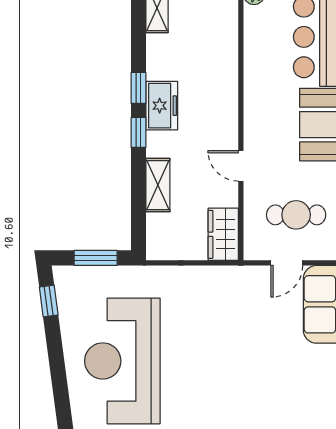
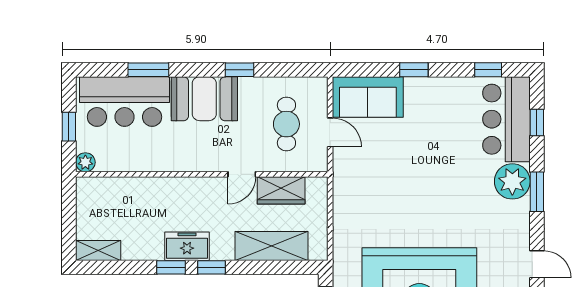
shelving: (158, 185) -> (271, 246), width x1.50, depth x1.33
wardrobe: (223, 234) -> (281, 190), moved

